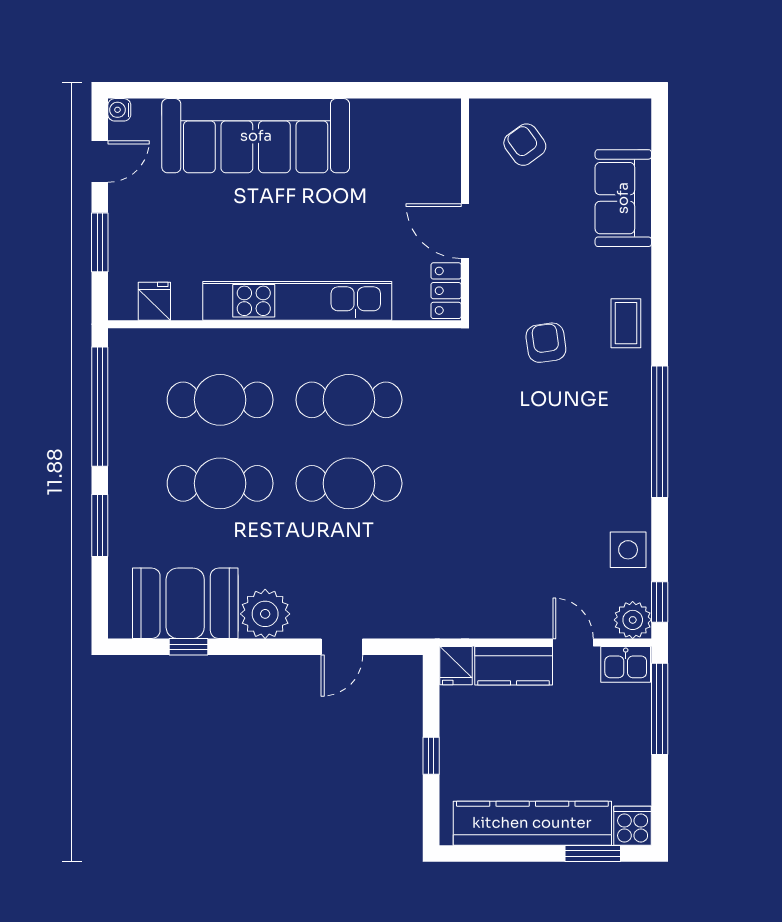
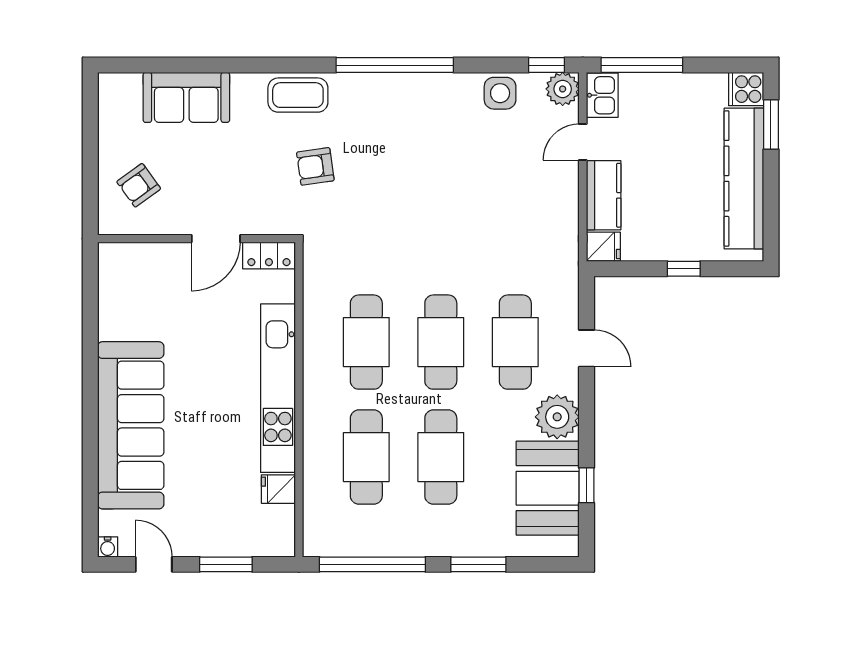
fridge: (154, 301) -> (278, 489), moved
coffee table: (626, 323) -> (298, 95), width x1.36, depth x1.30
cafe table: (349, 567) -> (515, 342), added

